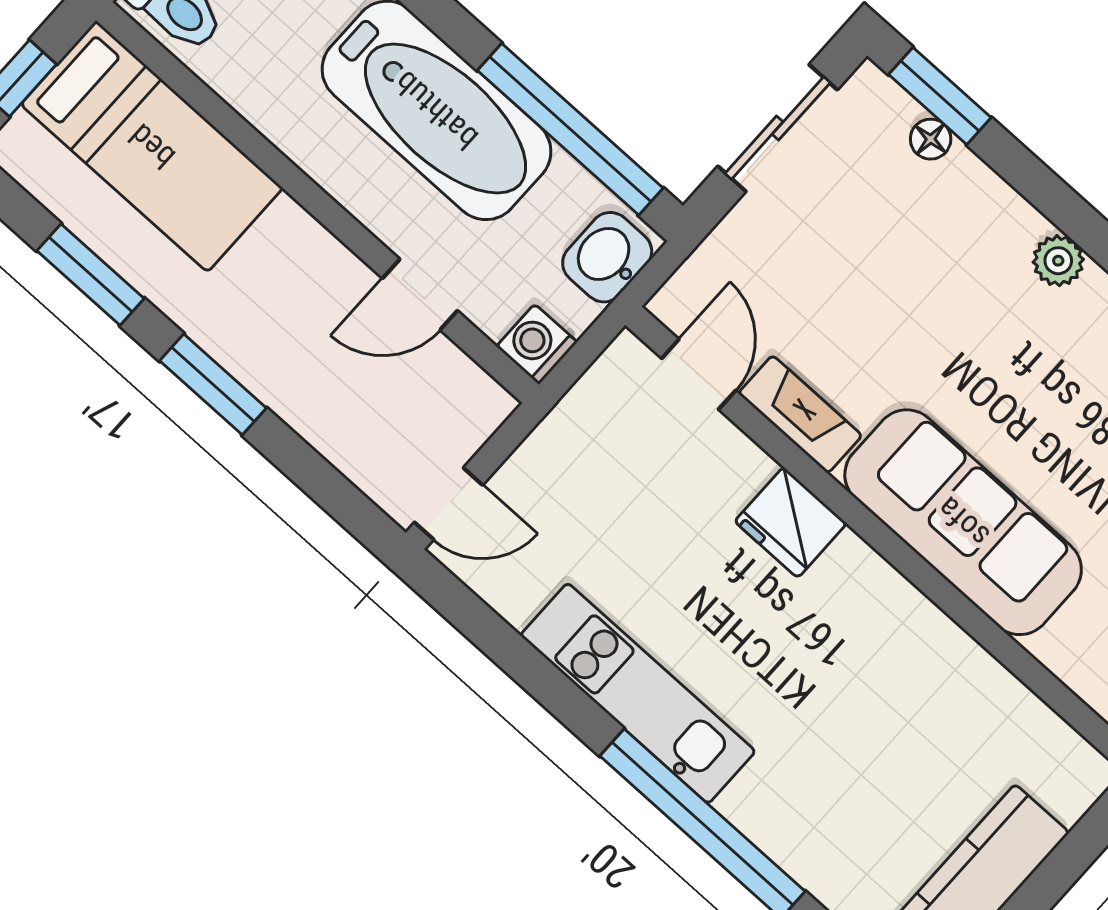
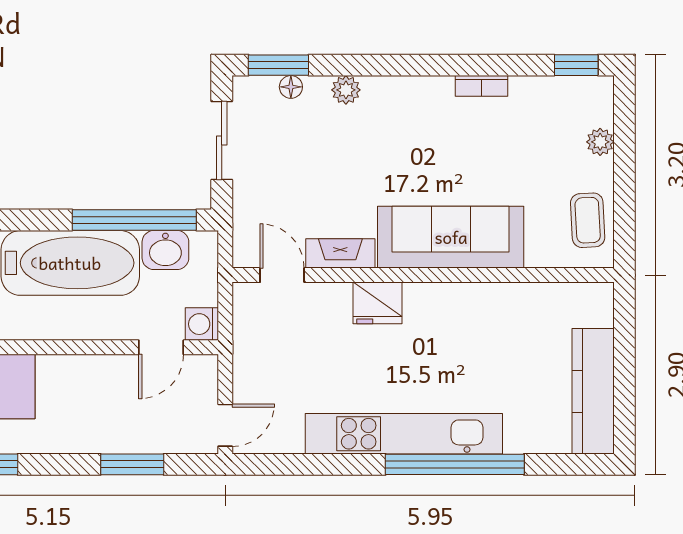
washbasin: (607, 257) -> (165, 250), moved, turned -90
plant: (1058, 261) -> (346, 90), moved
door: (420, 294) -> (161, 347), moved
window: (213, 384) -> (132, 464), moved
kitchen unit: (638, 693) -> (404, 434), width x1.36

